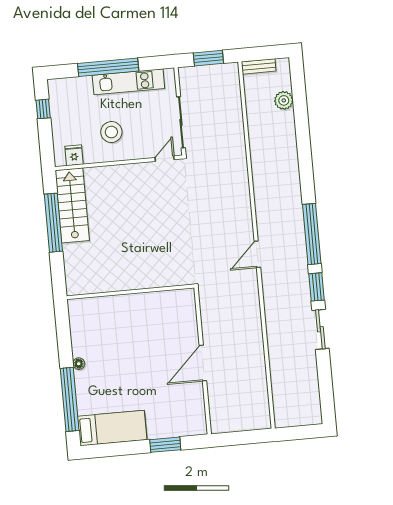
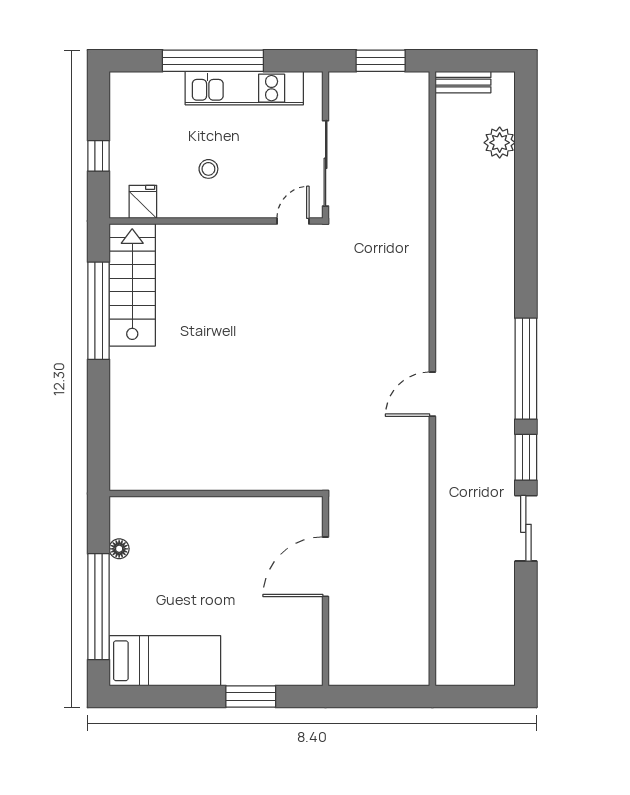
window: (43, 109) -> (98, 156), moved
stool: (111, 132) -> (208, 169), width x0.53, depth x0.53
wall: (130, 292) -> (216, 494), moved

